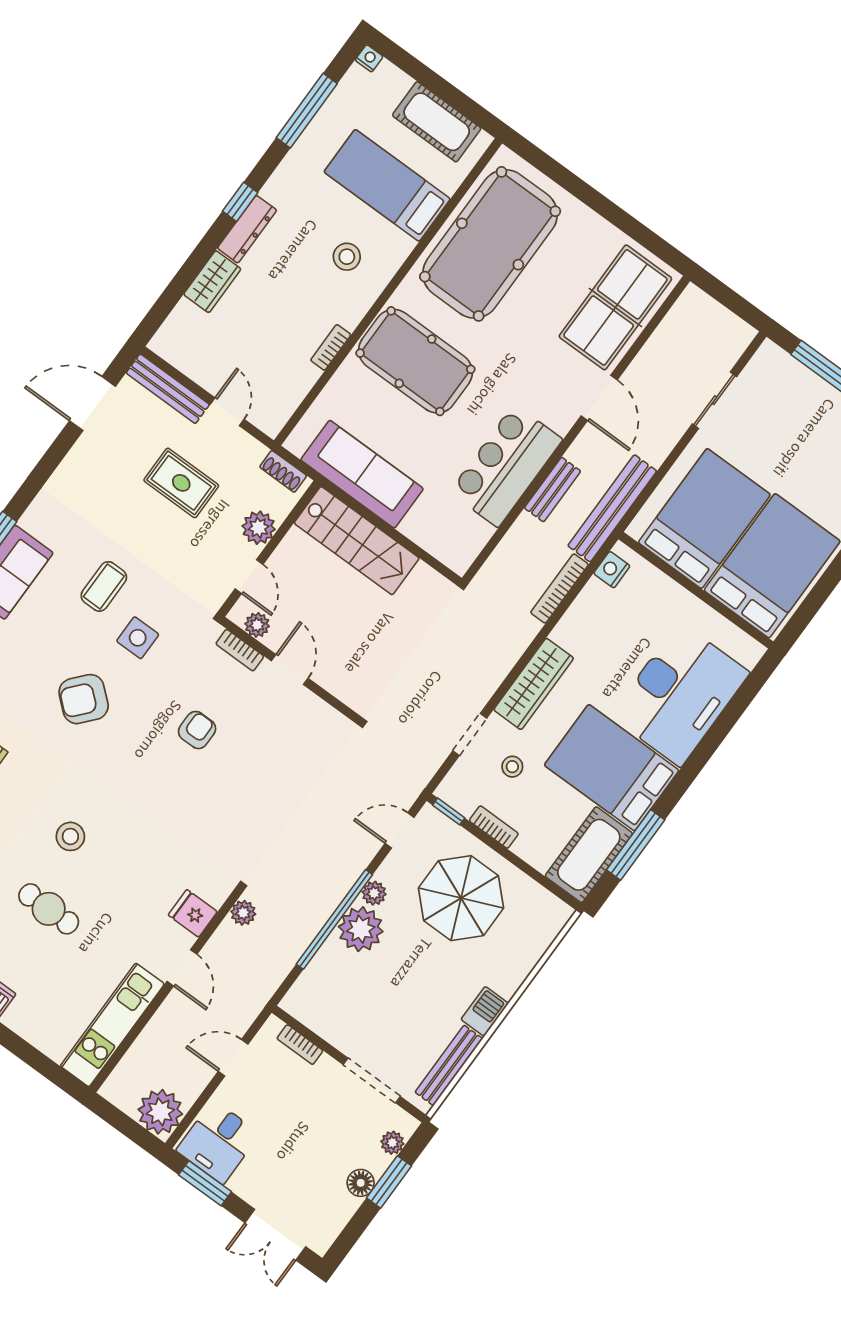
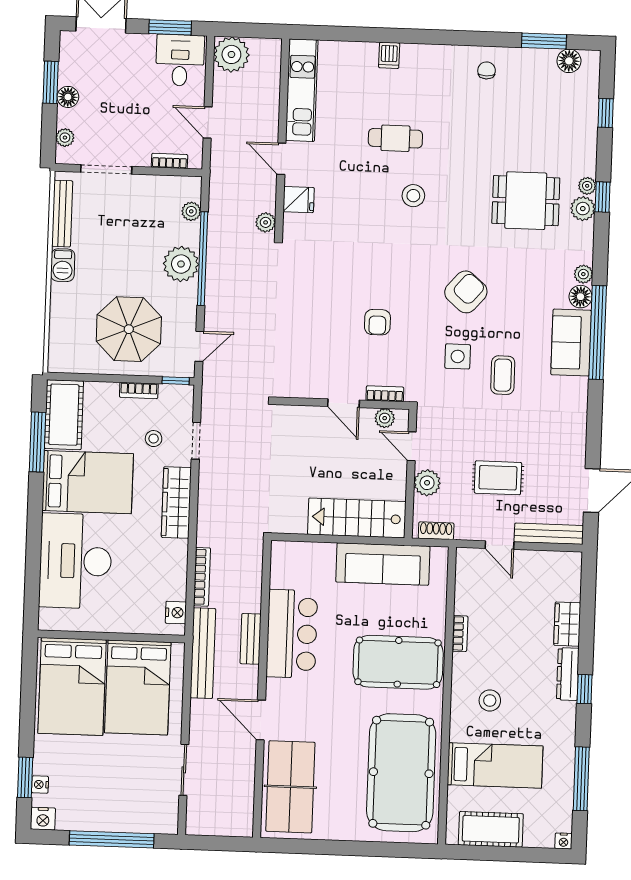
plant: (374, 893) -> (191, 211), moved
door: (233, 1058) -> (208, 122), swing flipped
window: (389, 1182) -> (51, 82), moved

